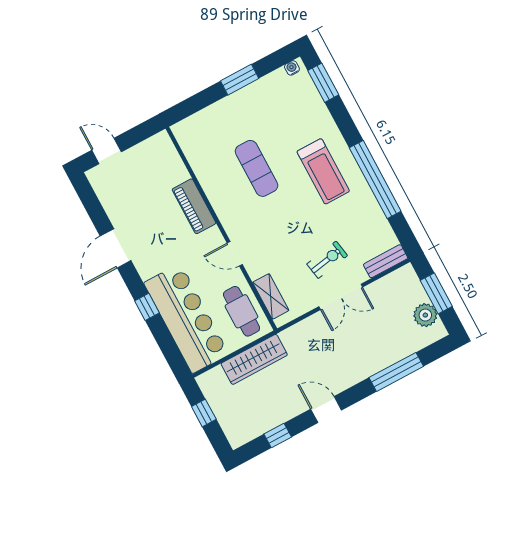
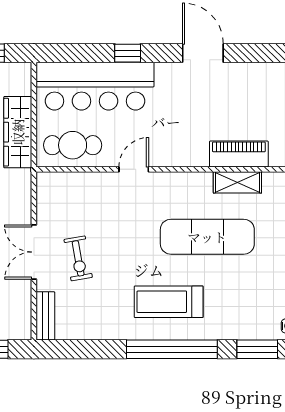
exercise mat: (257, 168) -> (207, 237), width x1.36, depth x1.45
window: (375, 180) -> (172, 349), moved
piano: (194, 206) -> (239, 154), moved
shelving: (271, 296) -> (237, 182), moved

